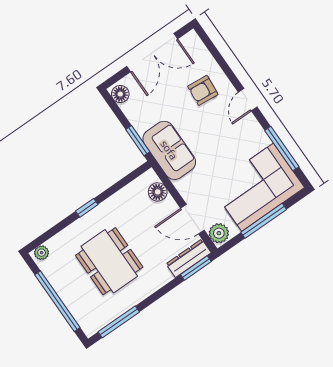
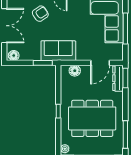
armchair: (203, 90) -> (40, 14), turned -129
plant: (219, 233) -> (116, 55), removed
dining table: (109, 261) -> (92, 118), width x1.36, depth x1.24

